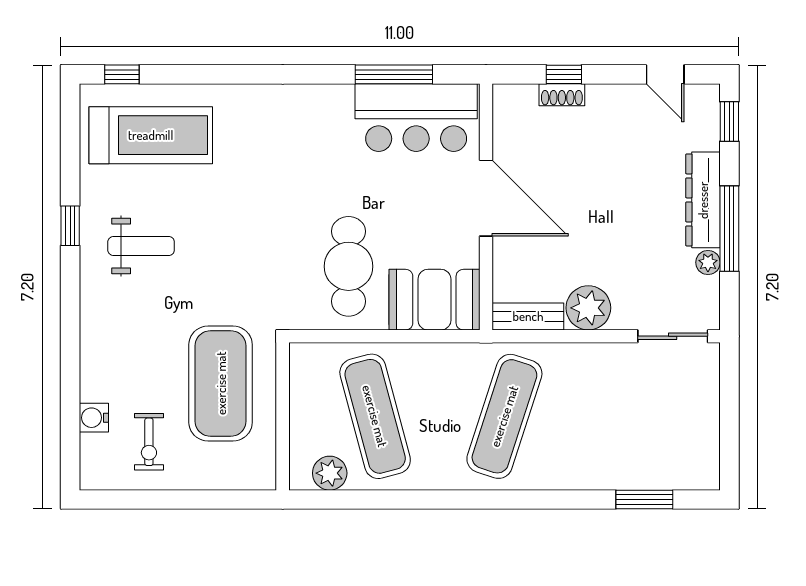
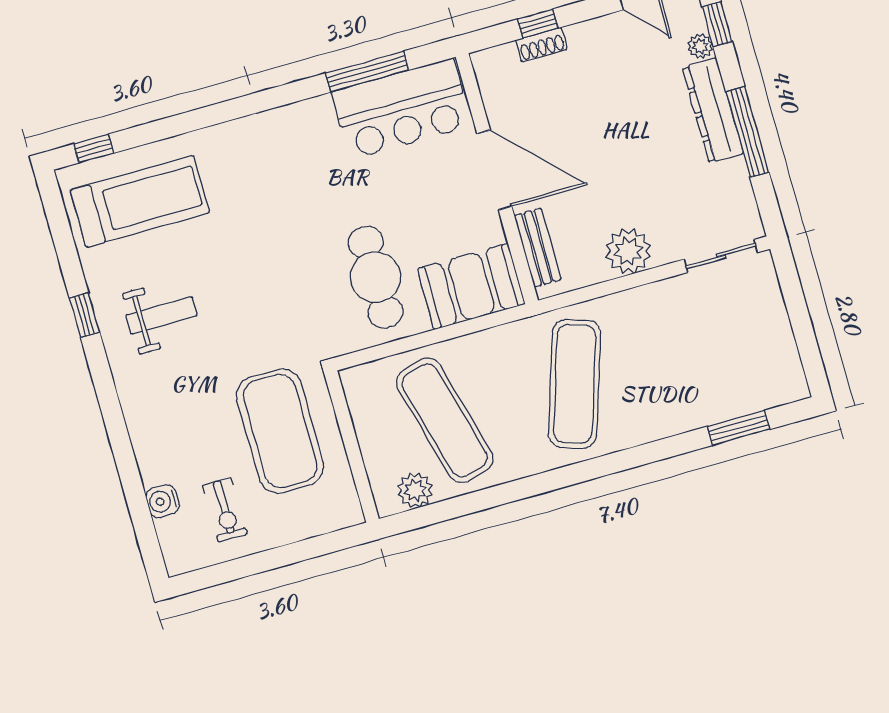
plant: (708, 262) -> (700, 46), moved
bench: (528, 316) -> (538, 248), moved, turned 90

